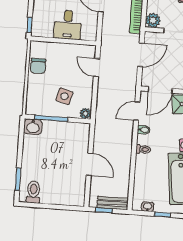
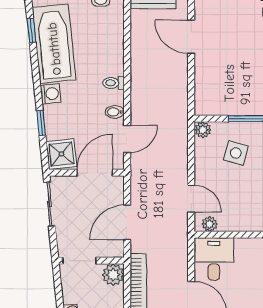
desk: (68, 25) -> (214, 259), moved
plant: (85, 50) -> (210, 224), added
door: (90, 164) -> (191, 37), moved

